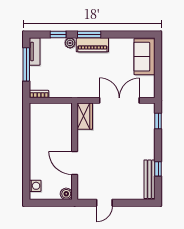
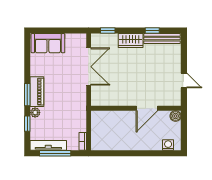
tv unit: (35, 51) -> (48, 145), width x1.41
double door: (119, 100) -> (89, 67), swing flipped
wardrobe: (85, 116) -> (131, 41), moved, turned 180

